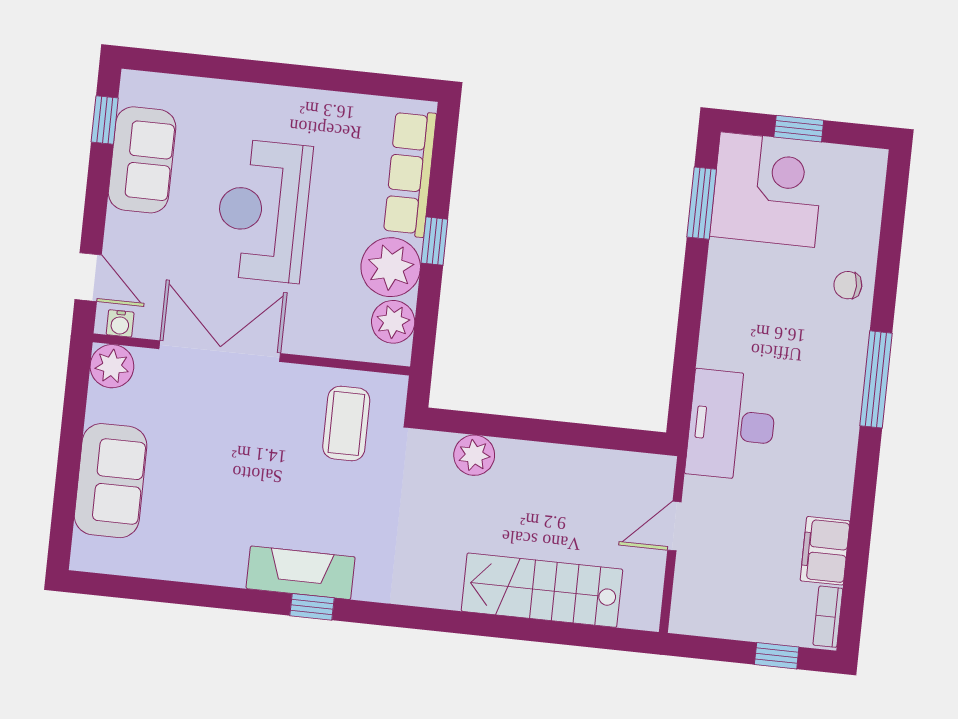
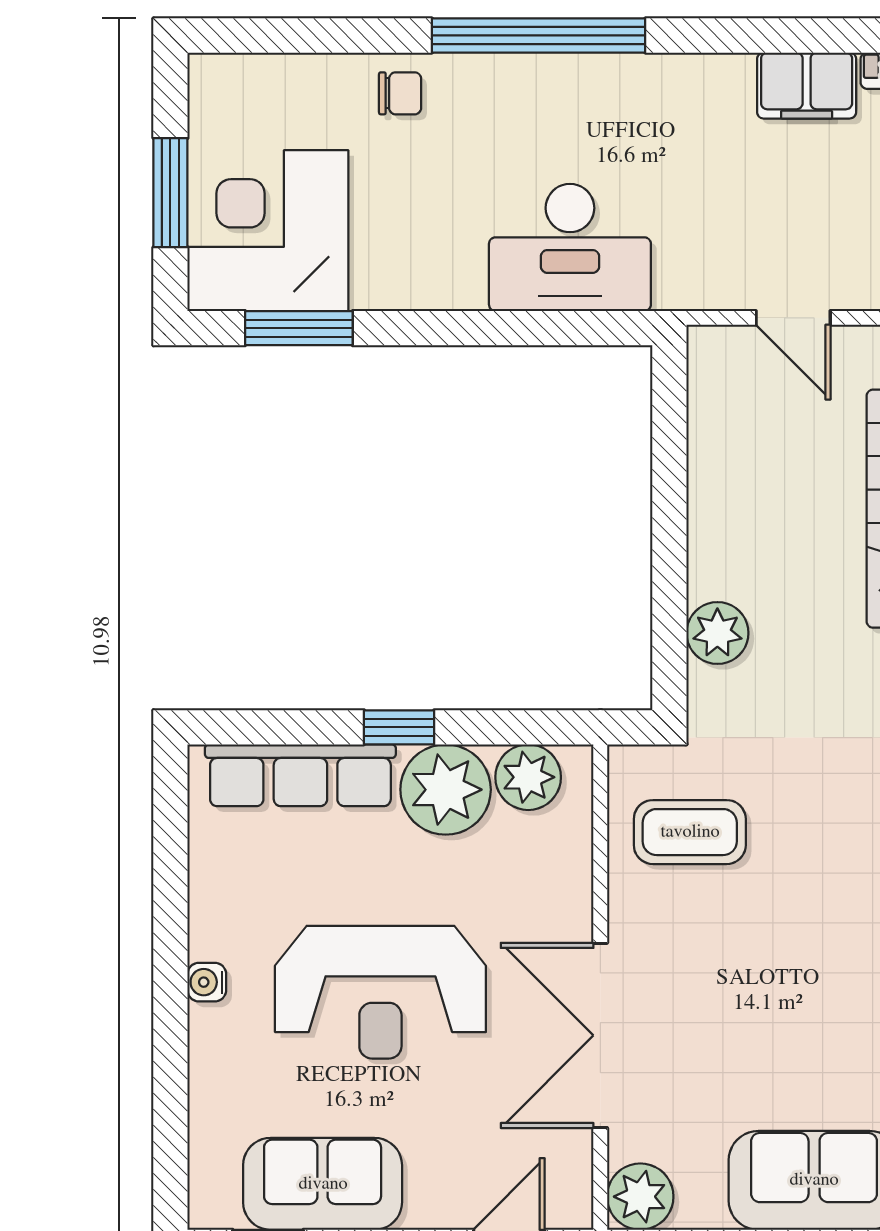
window: (799, 129) -> (170, 193), width x1.50
chair: (848, 285) -> (400, 93), turned -90
water cooler: (120, 323) -> (207, 982), moved, turned 180
window: (876, 379) -> (539, 35), width x1.46
desk: (731, 425) -> (570, 247), moved

